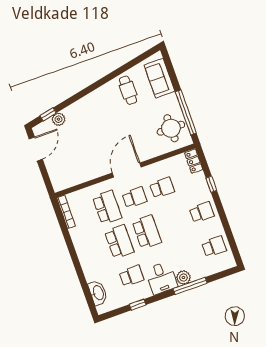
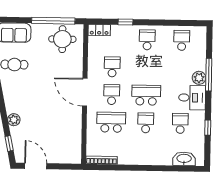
plant: (59, 119) -> (14, 120), moved
school desk: (119, 242) -> (146, 123), width x0.54

